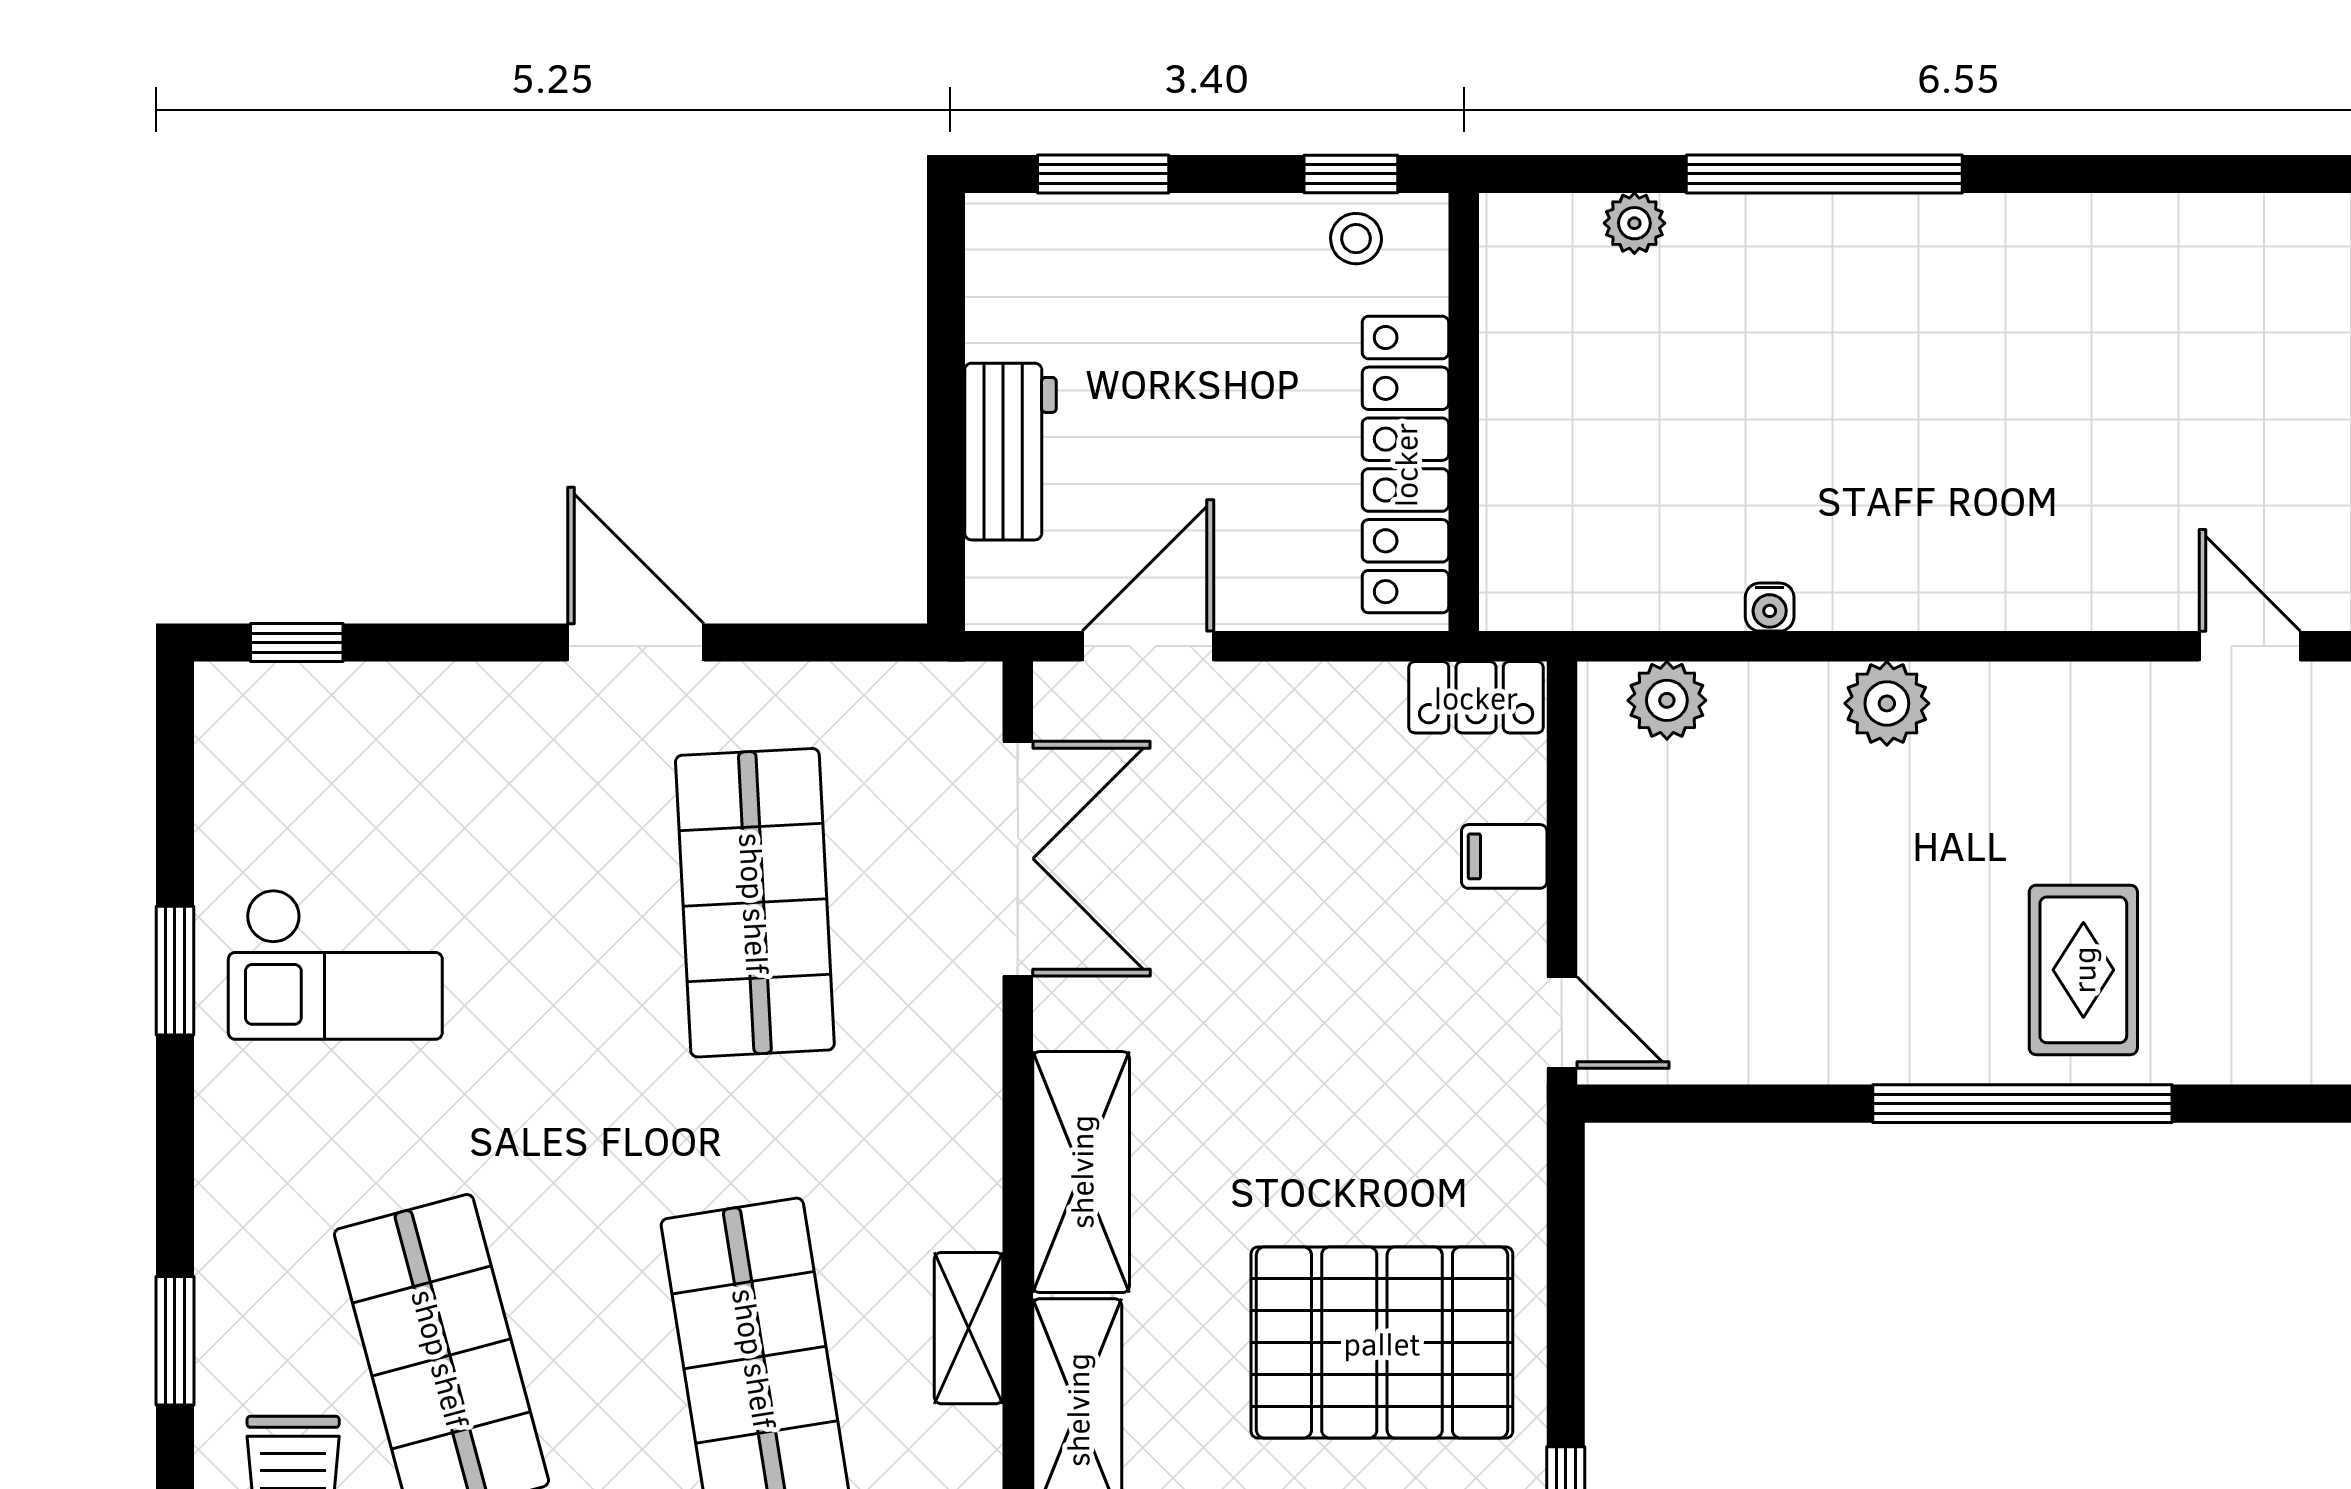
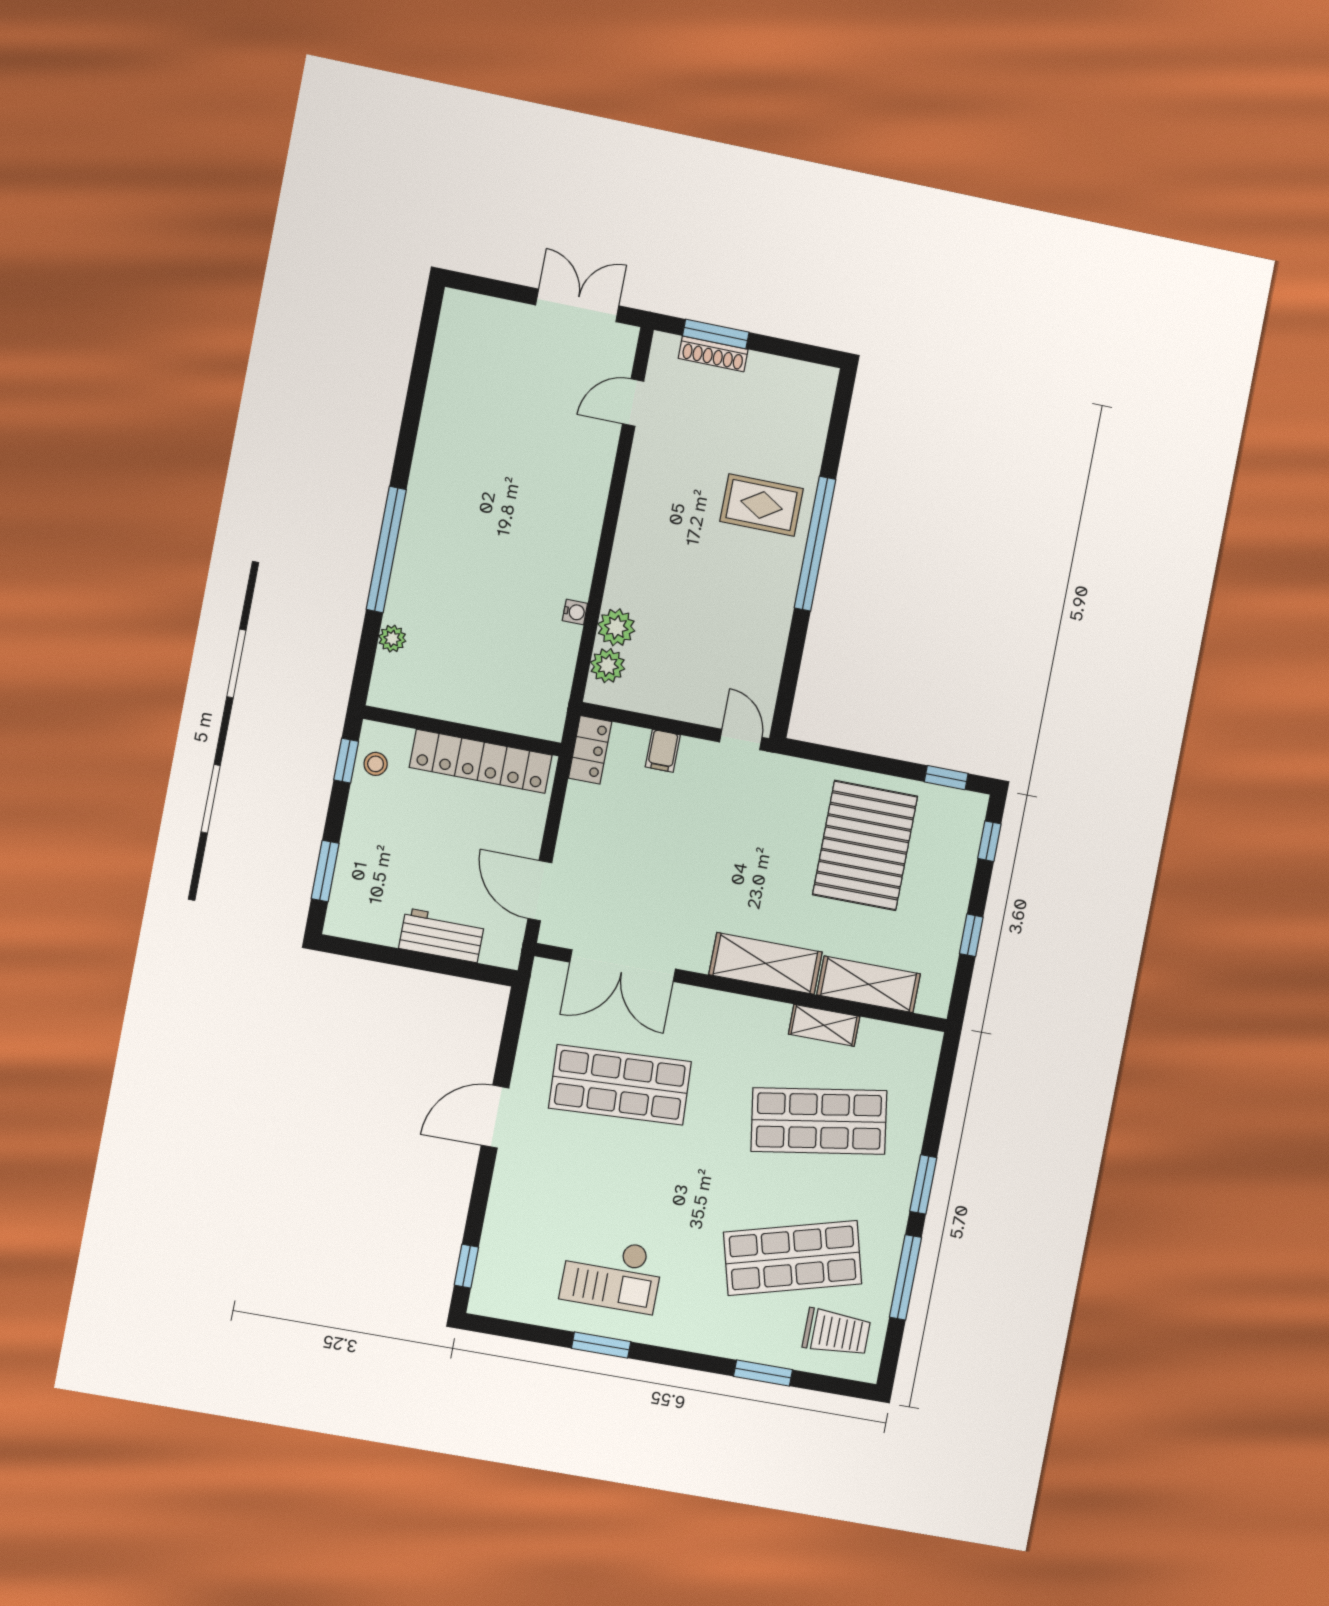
plant: (1887, 703) -> (616, 627), moved
double door: (1018, 859) -> (623, 966), swing flipped
checkout: (335, 964) -> (612, 1274), turned 90
door: (1562, 1023) -> (741, 740), hinge flipped

